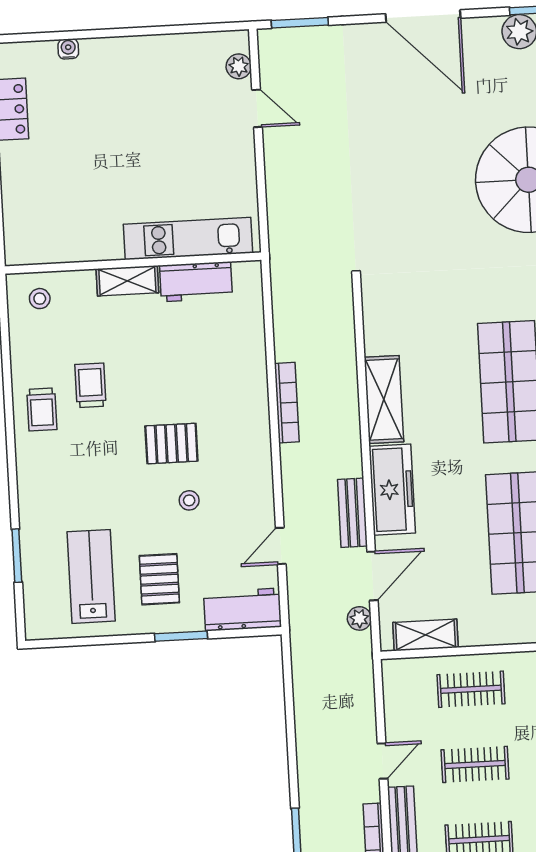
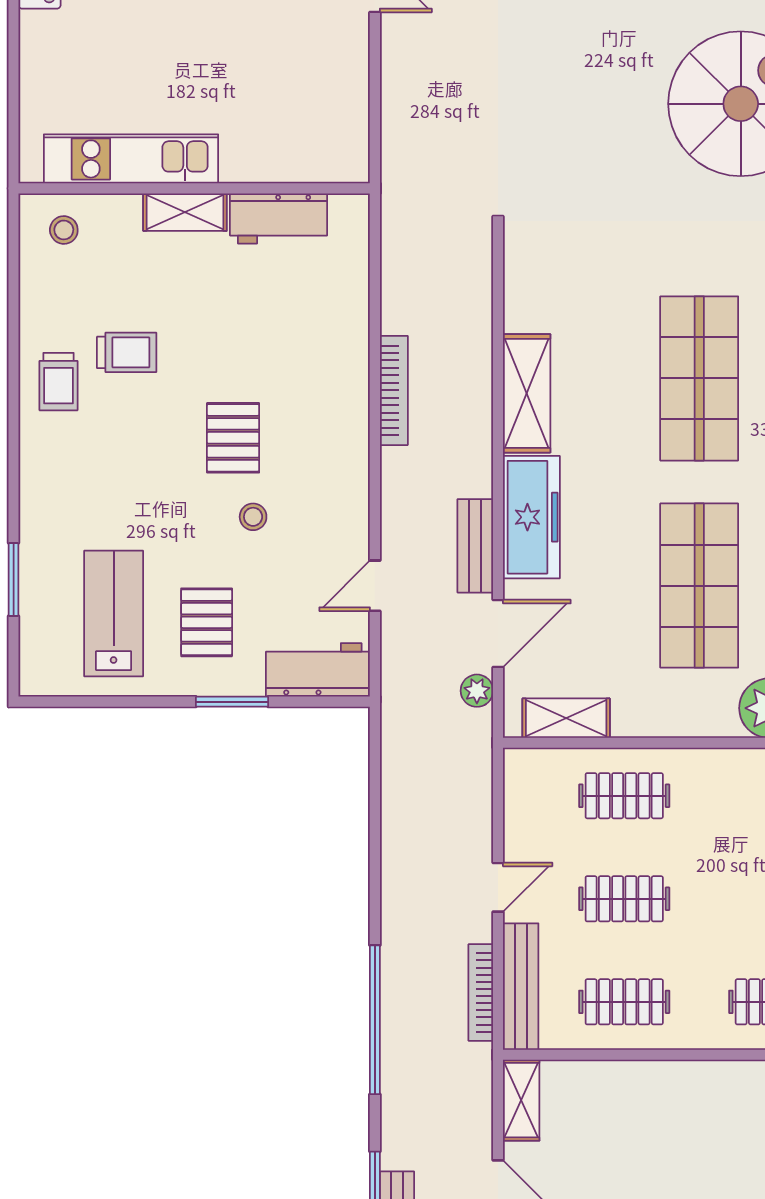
kitchen unit: (188, 239) -> (131, 159), moved
trolley: (90, 385) -> (127, 352), turned 90
pallet: (171, 444) -> (233, 438), turned 90

